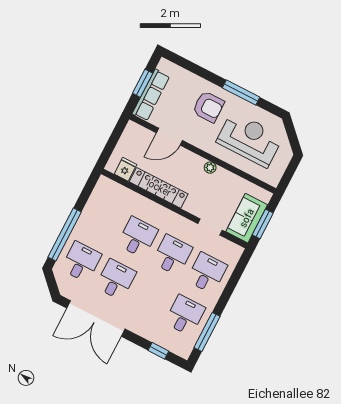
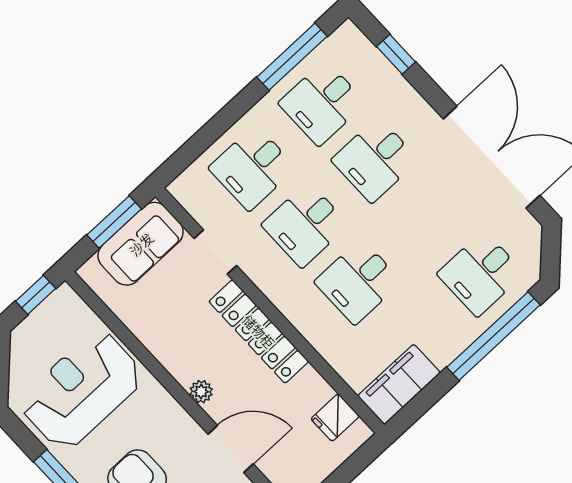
reception desk: (250, 139) -> (82, 390), turned 90
plant: (210, 168) -> (201, 392), moved
window: (287, 176) -> (36, 295), added
locker: (159, 188) -> (259, 331), moved
filing cabinet: (101, 196) -> (399, 384), added
desk: (116, 280) -> (375, 160), moved

